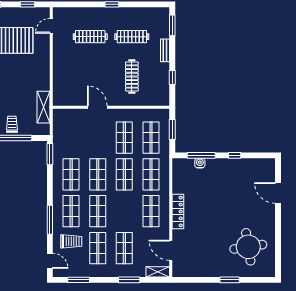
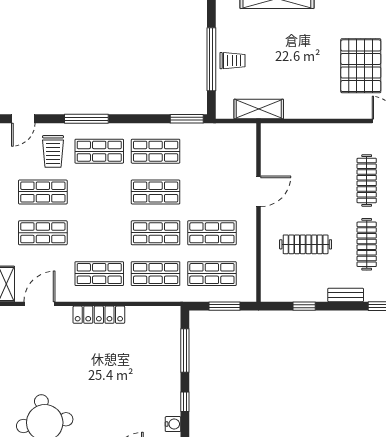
water cooler: (200, 163) -> (173, 424), moved
shop shelf: (98, 211) -> (99, 192), removed

